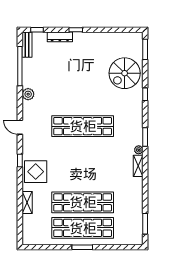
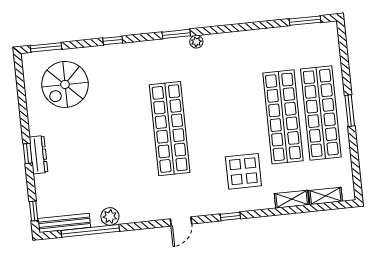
dresser: (60, 37) -> (38, 155), moved
bench: (27, 45) -> (64, 223), width x1.36
spiral stairs: (125, 73) -> (65, 84), moved, turned 90
plant: (28, 94) -> (110, 216), moved
shelving: (138, 166) -> (325, 196), moved
display table: (36, 172) -> (243, 171), moved

